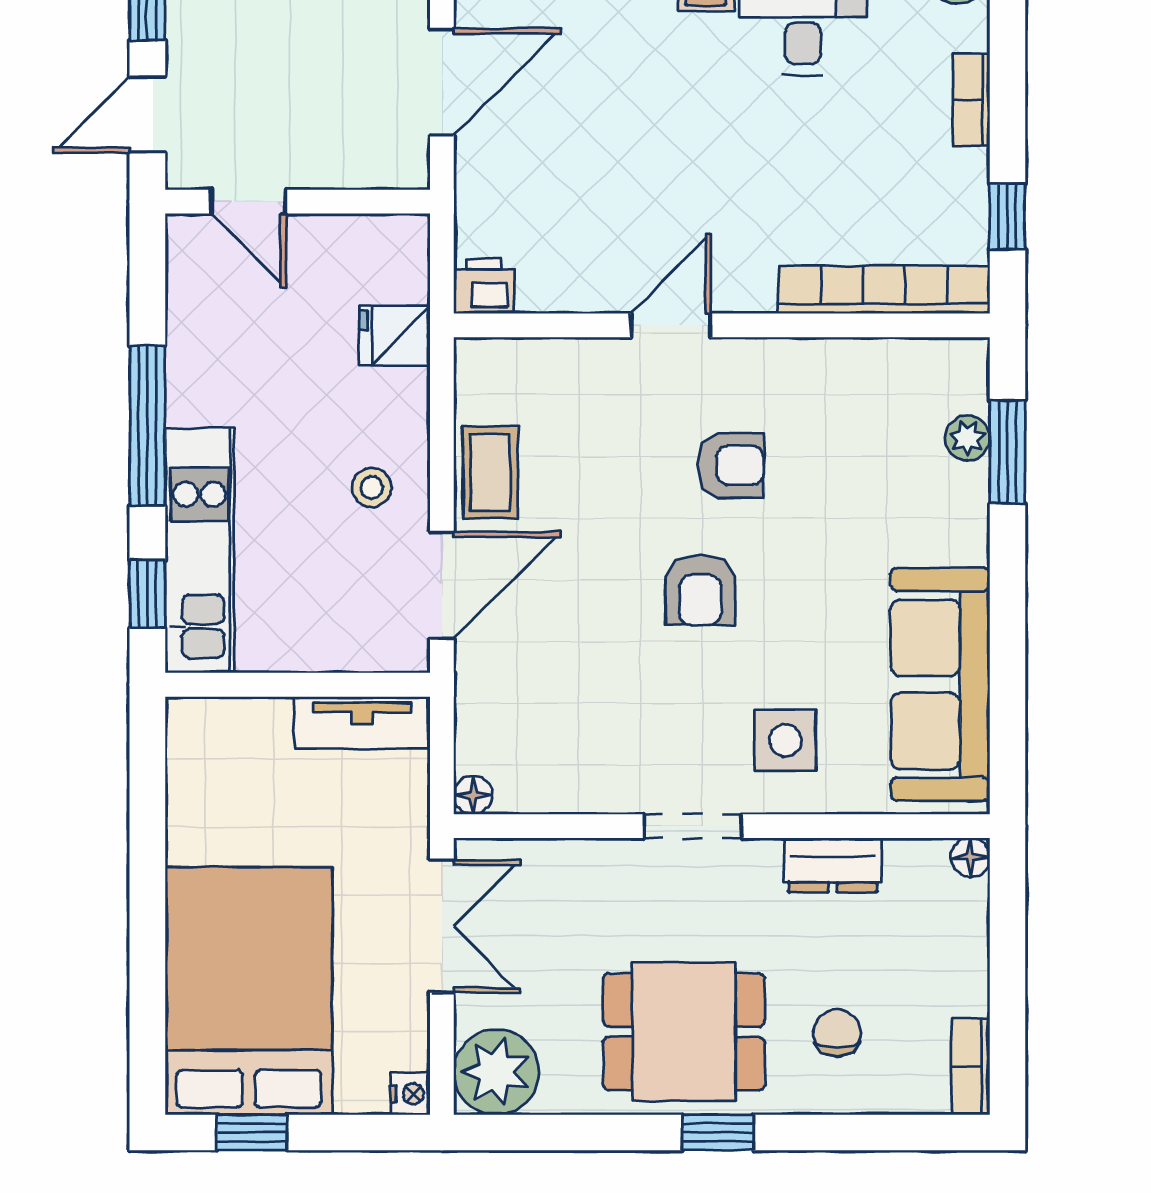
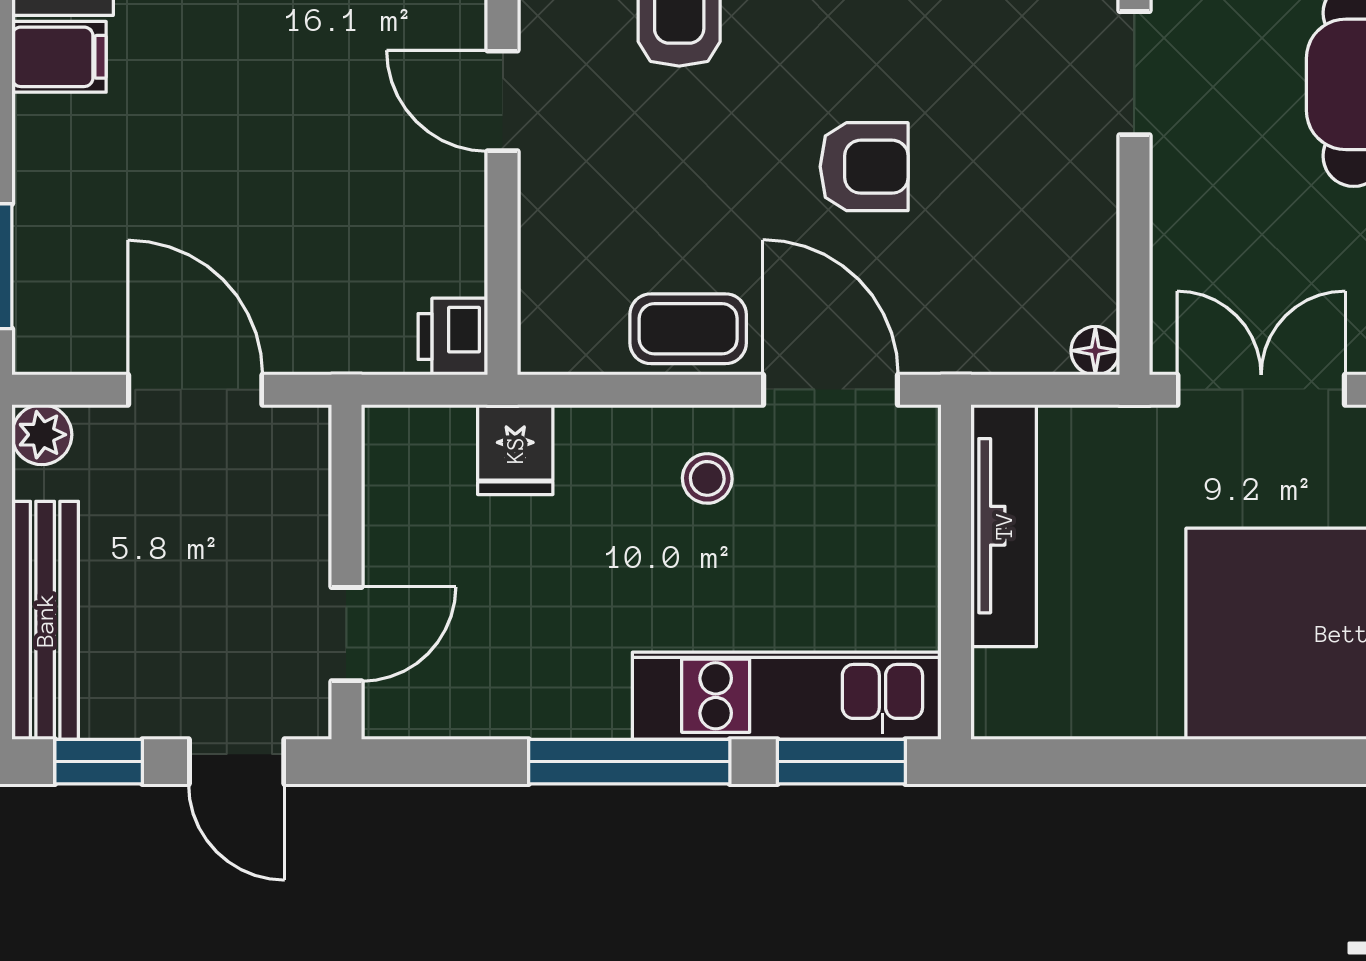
armchair: (700, 590) -> (864, 167), moved
window: (147, 594) -> (841, 762), width x1.50
tv unit: (362, 723) -> (1004, 526), width x1.41

